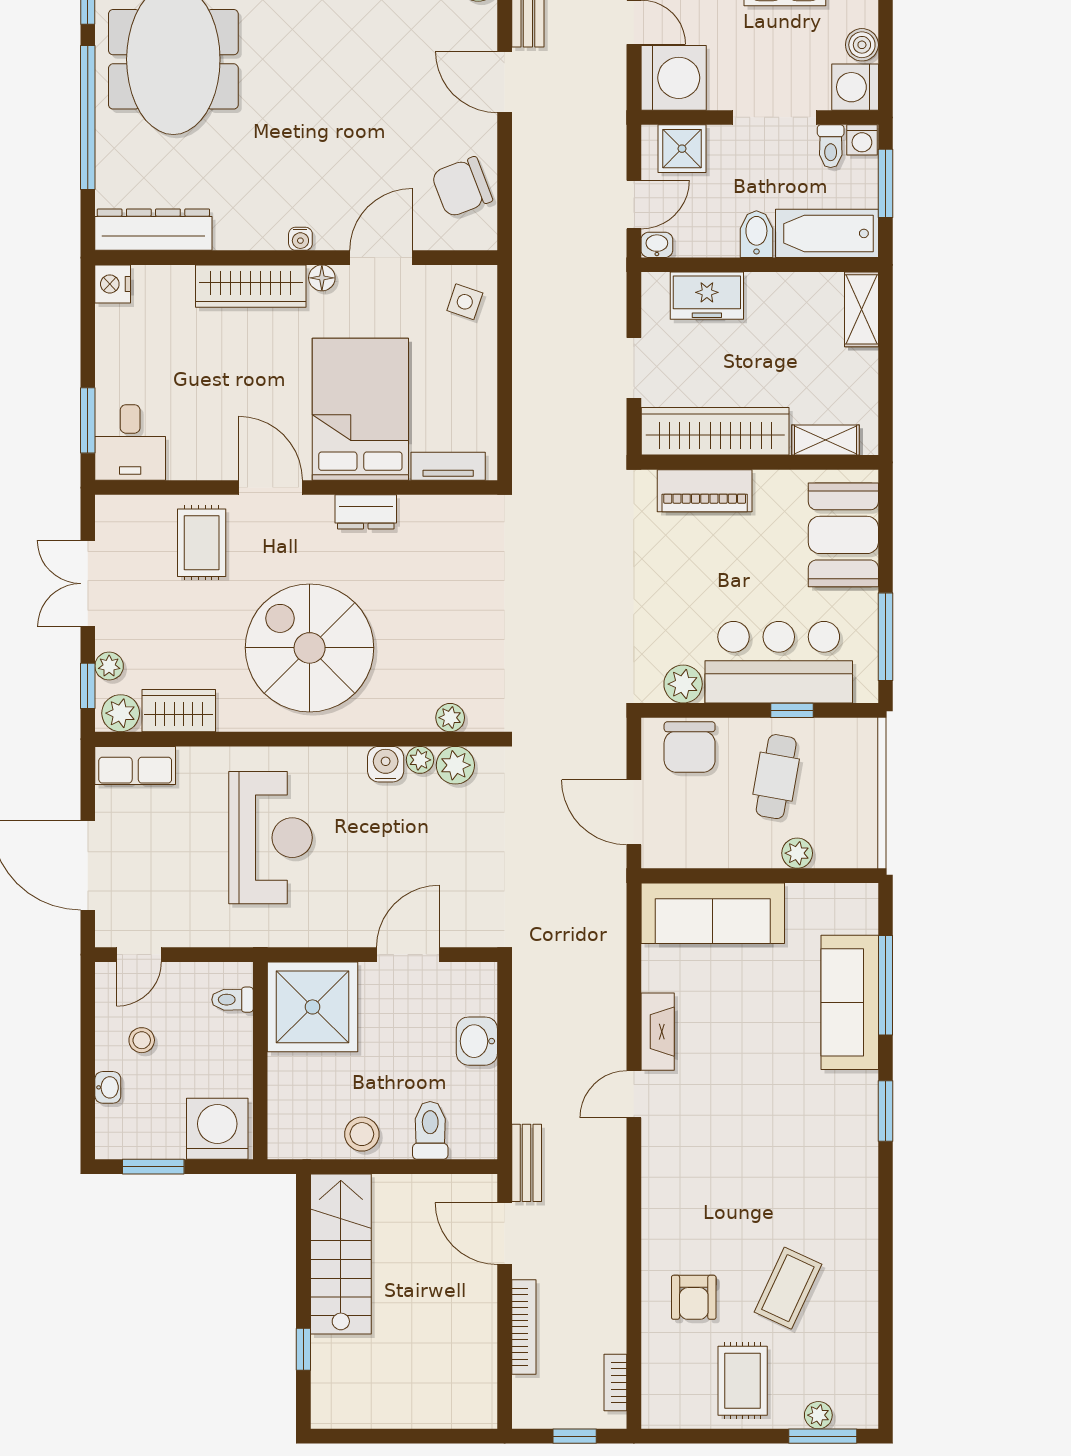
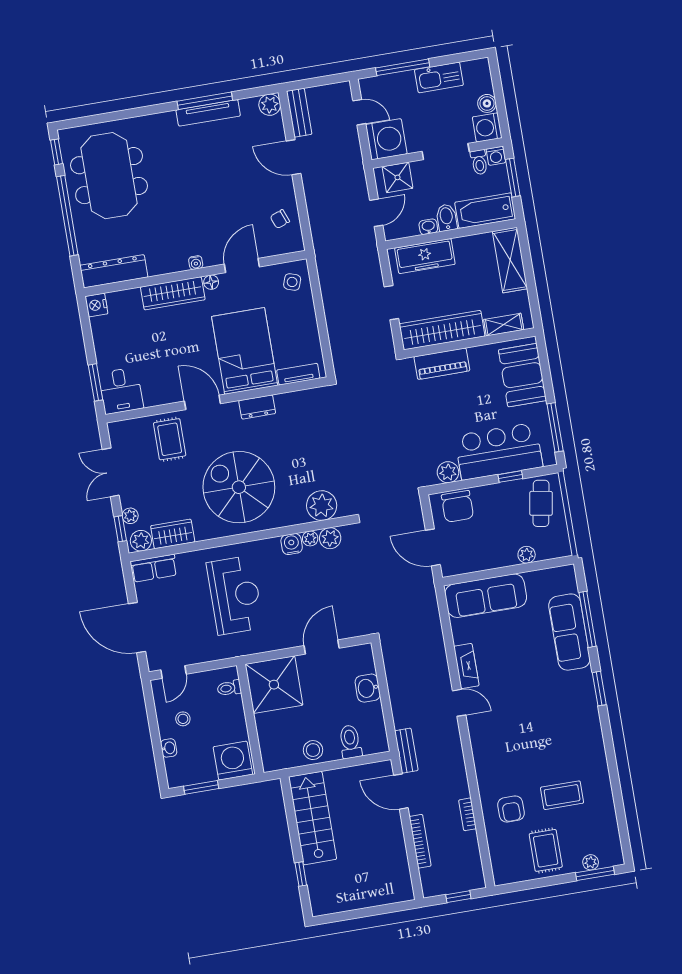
chair: (462, 187) -> (280, 219), width x0.54, depth x0.54
washbasin: (657, 245) -> (428, 227), moved
freezer: (707, 296) -> (425, 256), width x1.40
shelving: (861, 309) -> (510, 260), width x1.50, depth x1.33
plant: (450, 718) -> (322, 506), width x1.87, depth x1.87
cafe table: (776, 777) -> (541, 503), moved
door: (634, 1094) -> (459, 703), swing flipped
coffee table: (788, 1288) -> (562, 795), turned 65
bookcase: (615, 1383) -> (468, 814), moved

